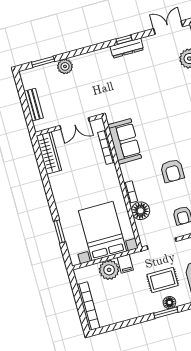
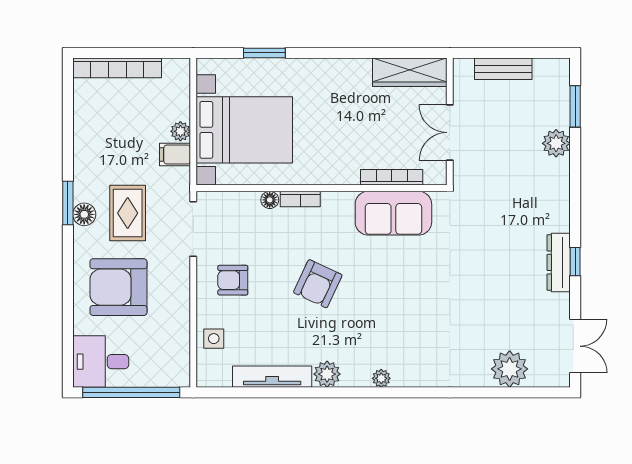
armchair: (172, 171) -> (318, 284), turned -65
floor lamp: (141, 211) -> (270, 200), width x0.53, depth x0.53
plant: (109, 270) -> (180, 131), width x0.53, depth x0.53

